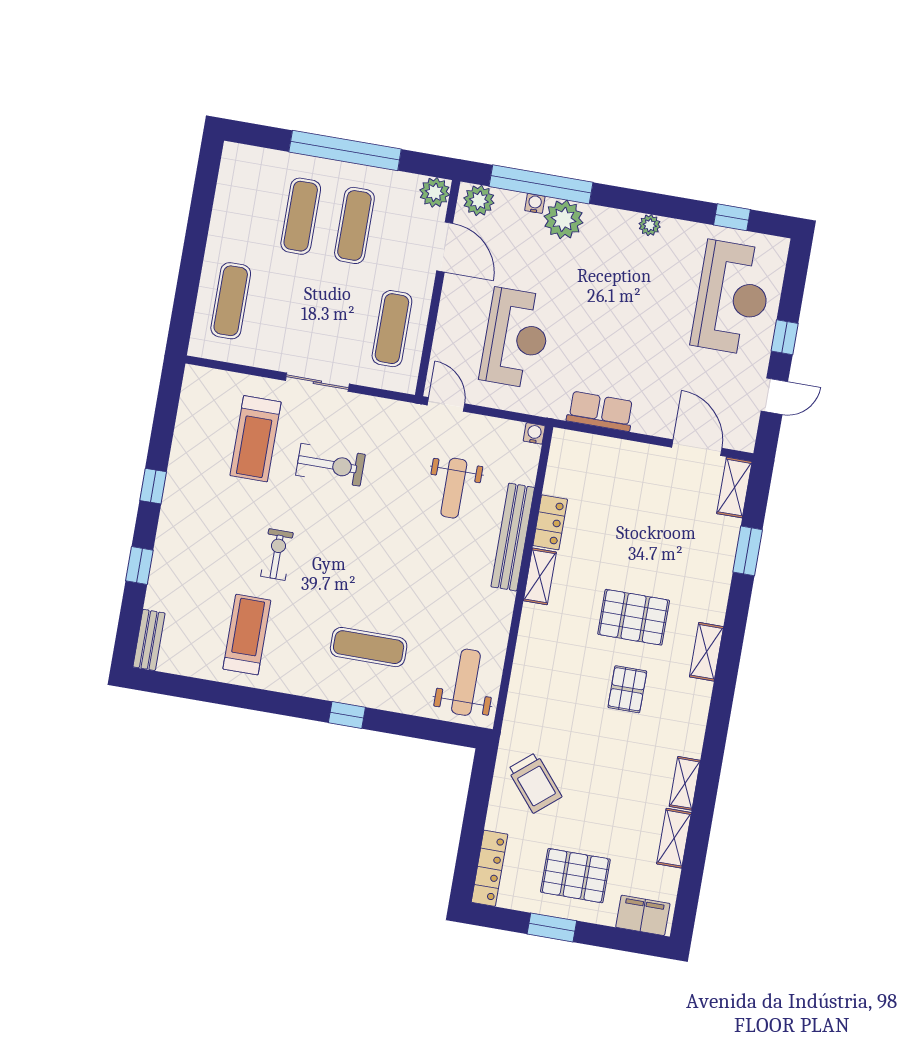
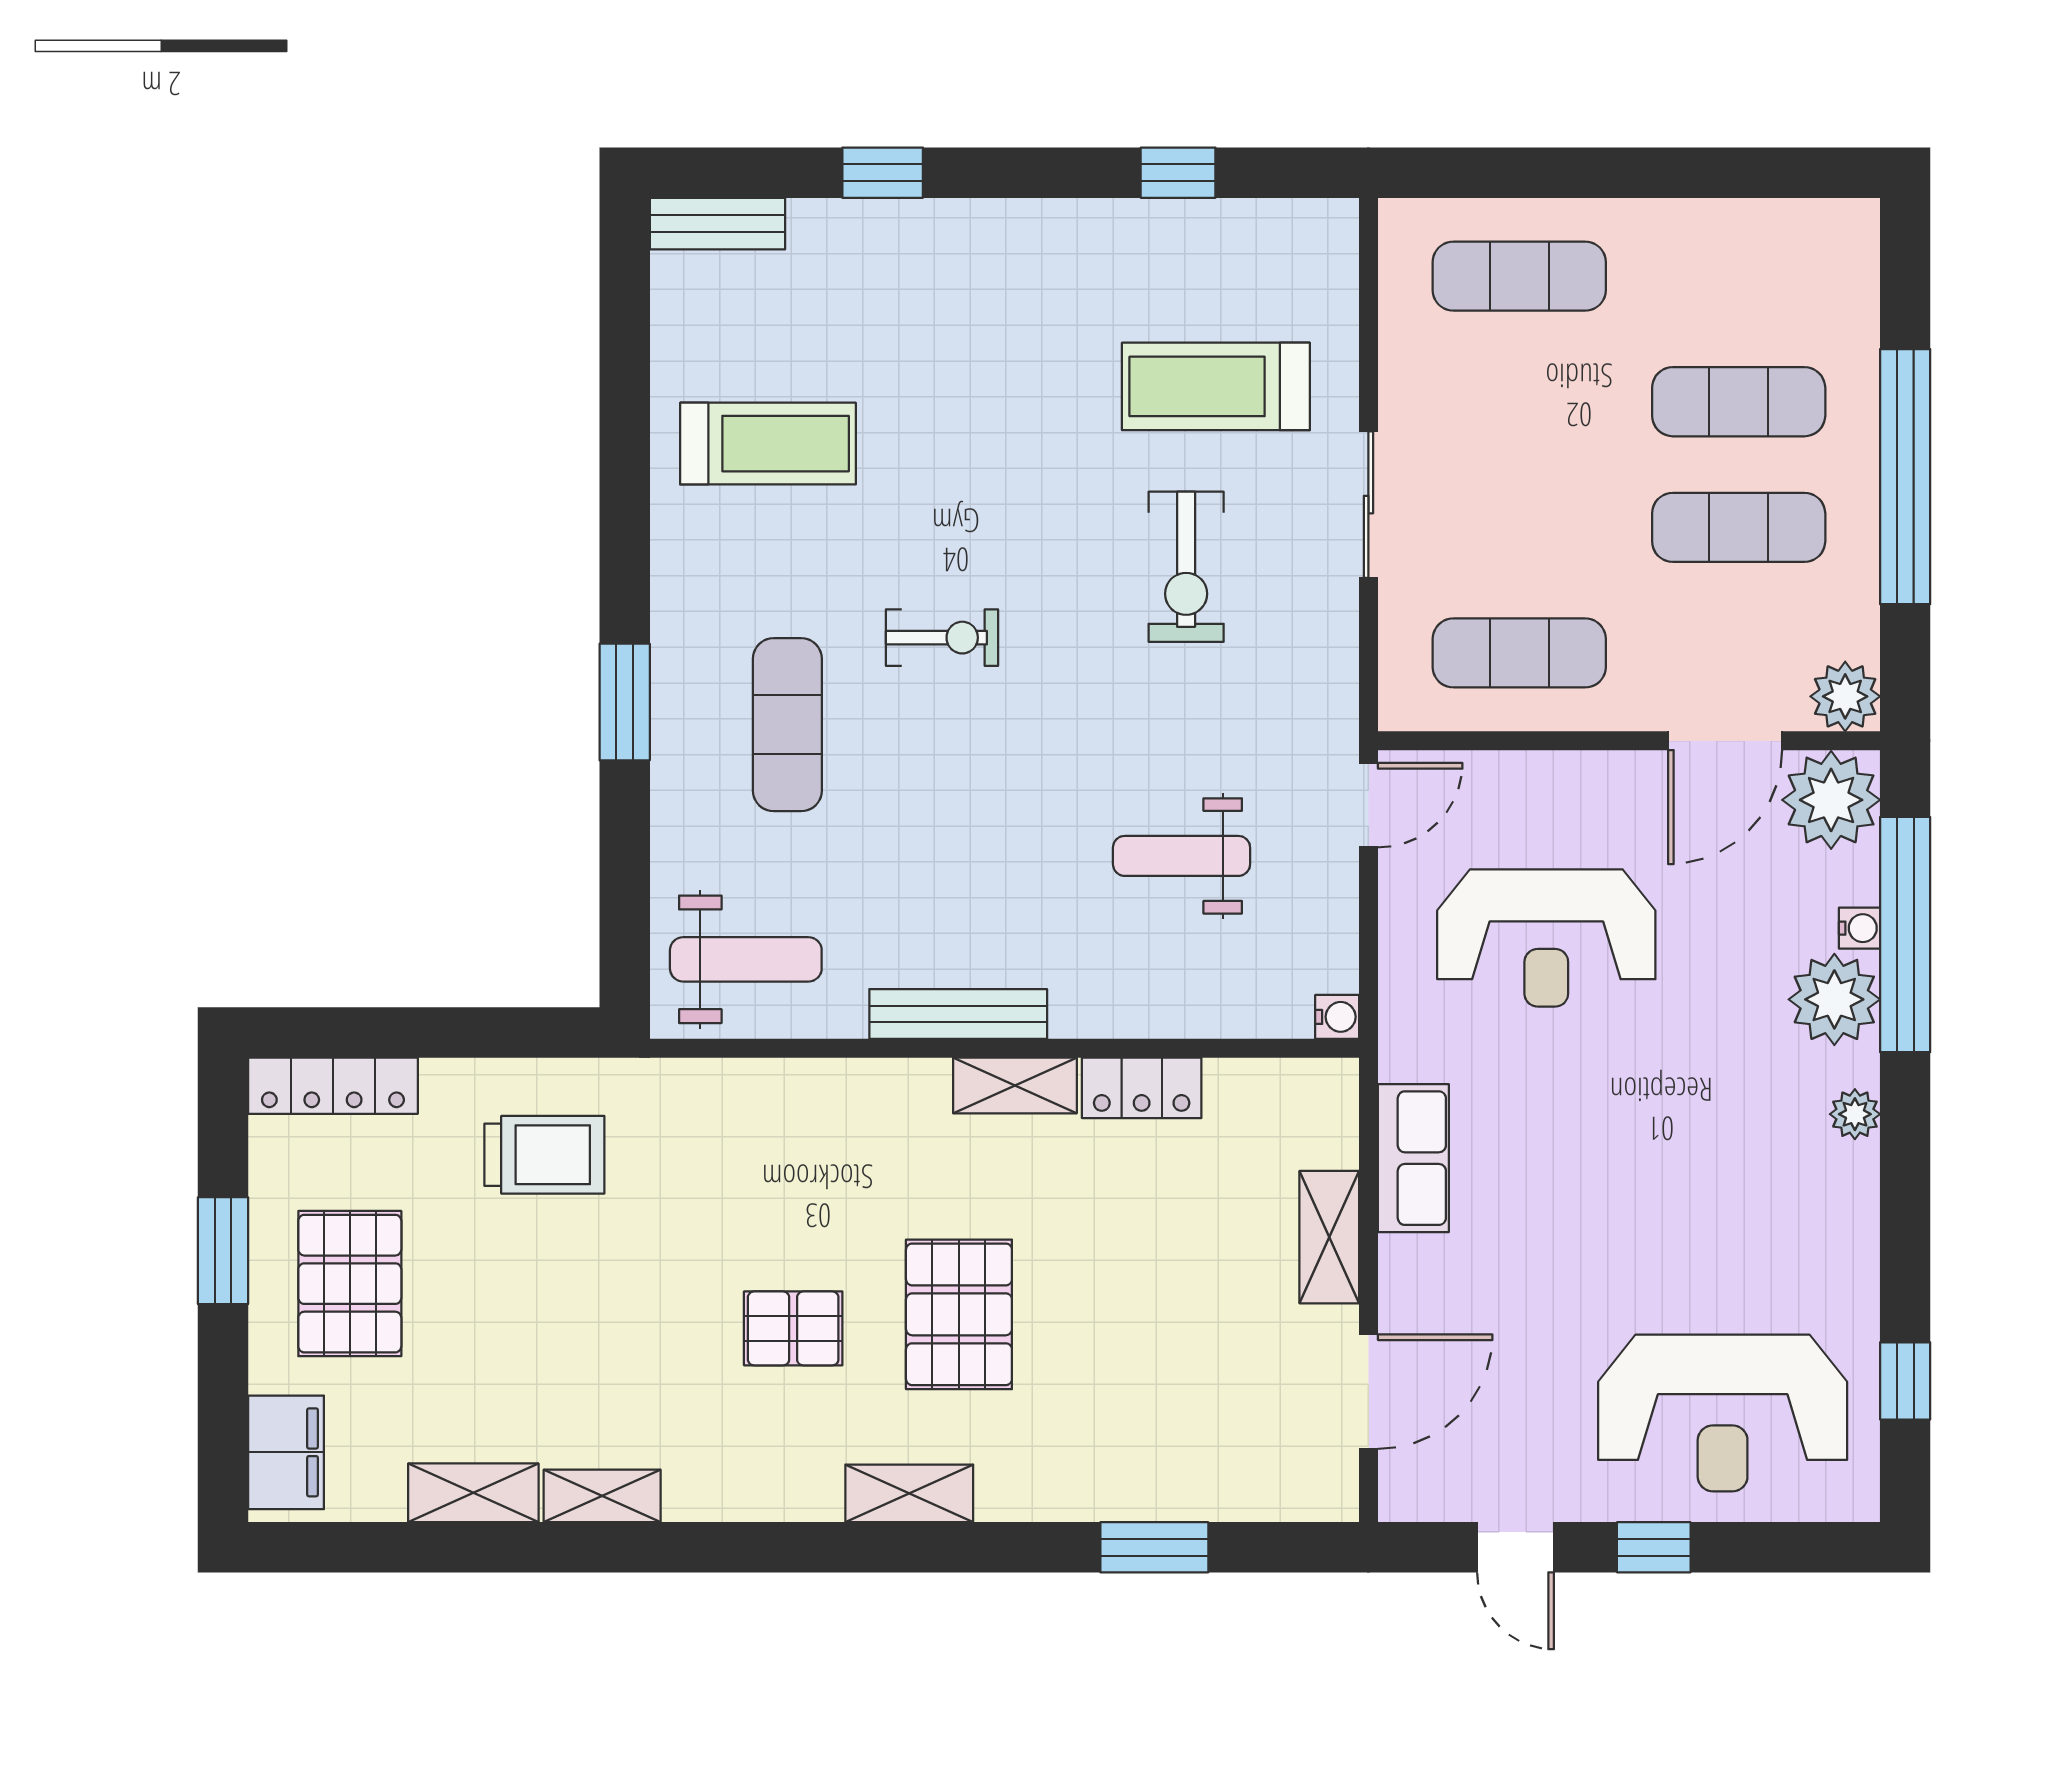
plant: (479, 200) -> (1831, 800), width x1.36, depth x1.36
plant: (650, 225) -> (1855, 1114), moved
window: (153, 486) -> (1178, 173), moved
shelving: (734, 488) -> (1329, 1237), moved, turned 90
bench: (513, 537) -> (958, 1014), moved, width x0.73, depth x0.82
exercise bike: (277, 554) -> (942, 638), moved
window: (347, 715) -> (625, 702), width x1.50
trolley: (535, 783) -> (544, 1155), turned -140

